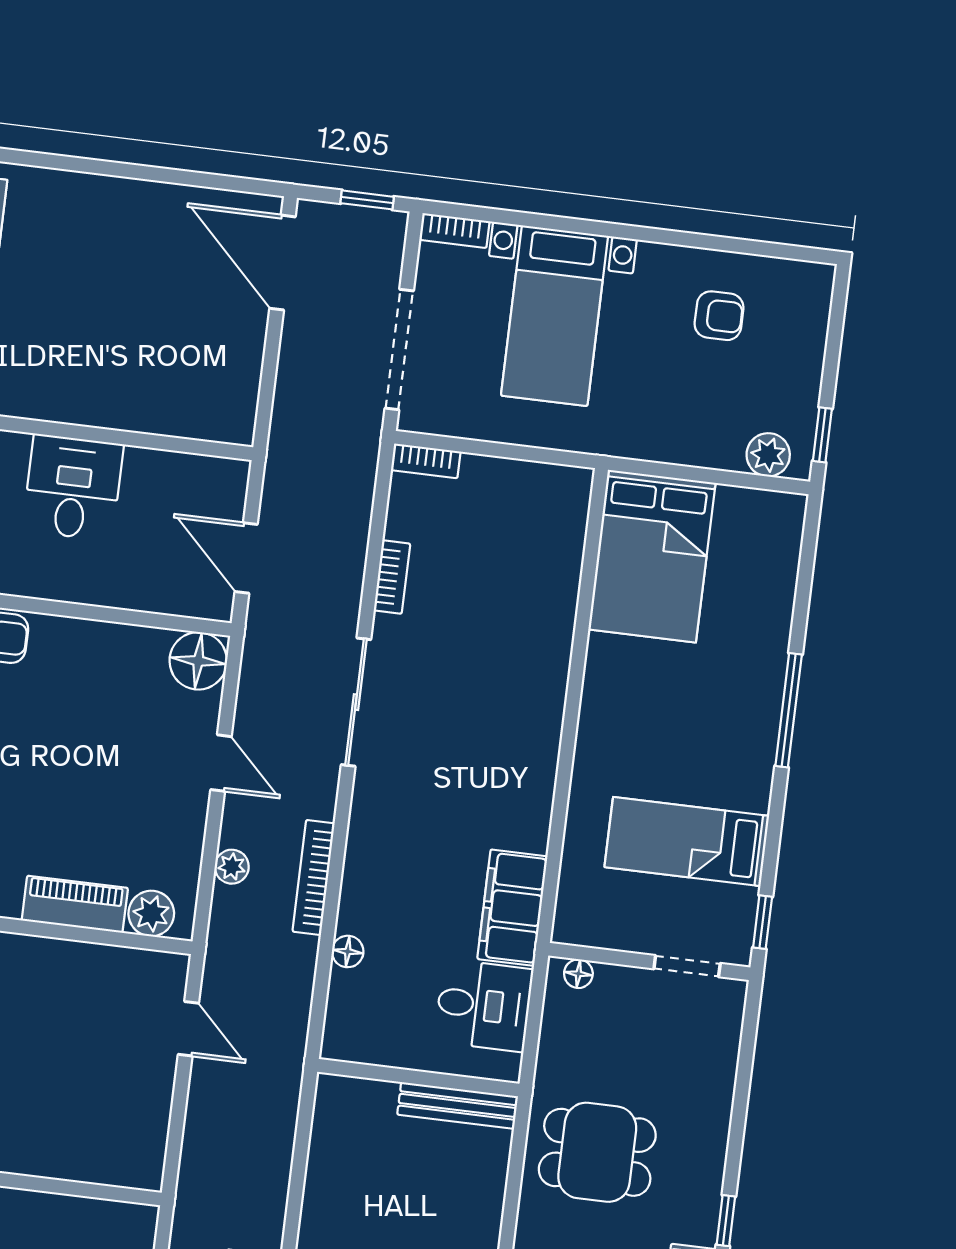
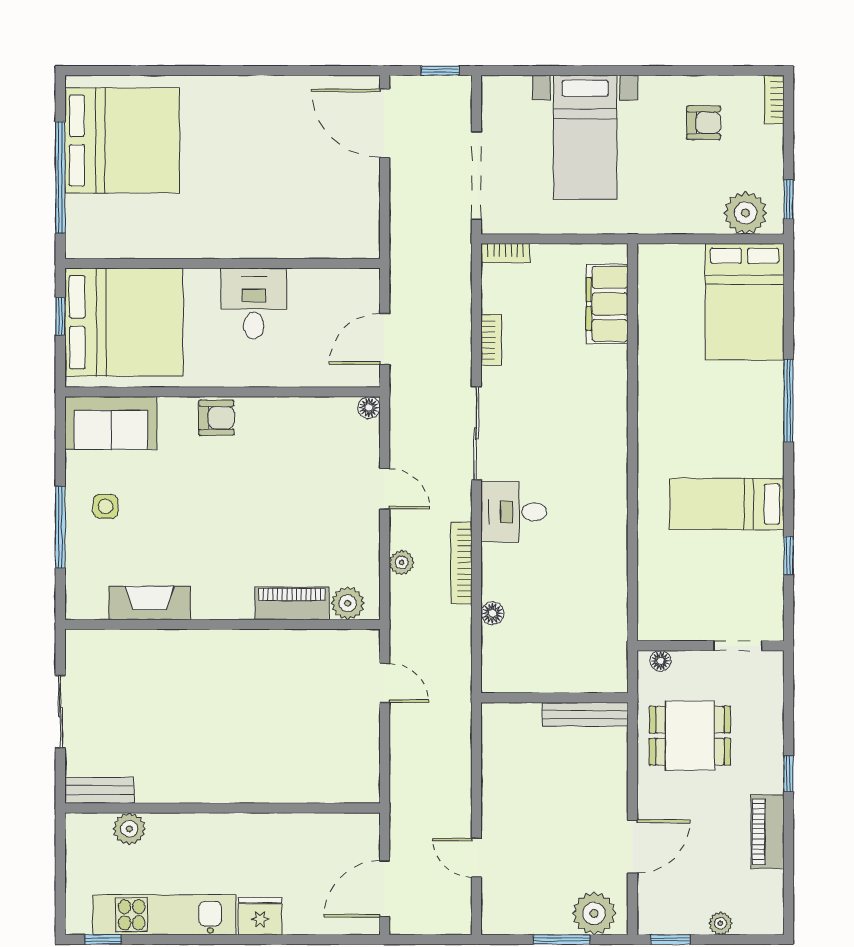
bookcase: (455, 231) -> (774, 100), moved, turned 90
plant: (768, 455) -> (746, 213), width x1.36, depth x1.36
bed: (652, 556) -> (744, 302), moved
door: (246, 558) -> (385, 339), hinge flipped
floor lamp: (198, 661) -> (369, 407), width x0.53, depth x0.53
filing cabinet: (512, 908) -> (607, 304), moved
wall: (649, 961) -> (710, 646), moved
doorway: (687, 966) -> (738, 646), moved
floor lamp: (578, 974) -> (660, 661), moved
desk: (484, 1005) -> (514, 512), moved, turned 180

